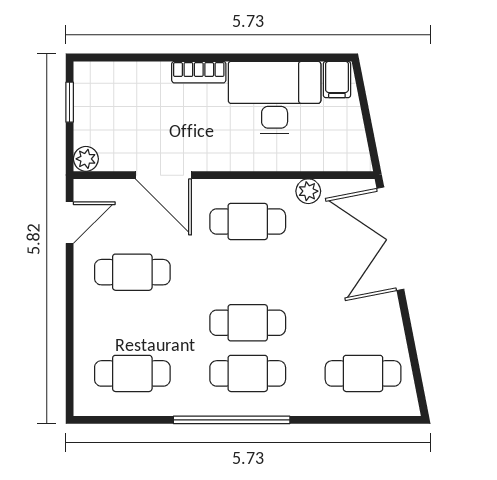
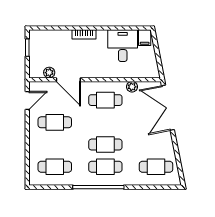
desk: (275, 98) -> (123, 46), width x0.73
plant: (86, 159) -> (49, 73), moved

